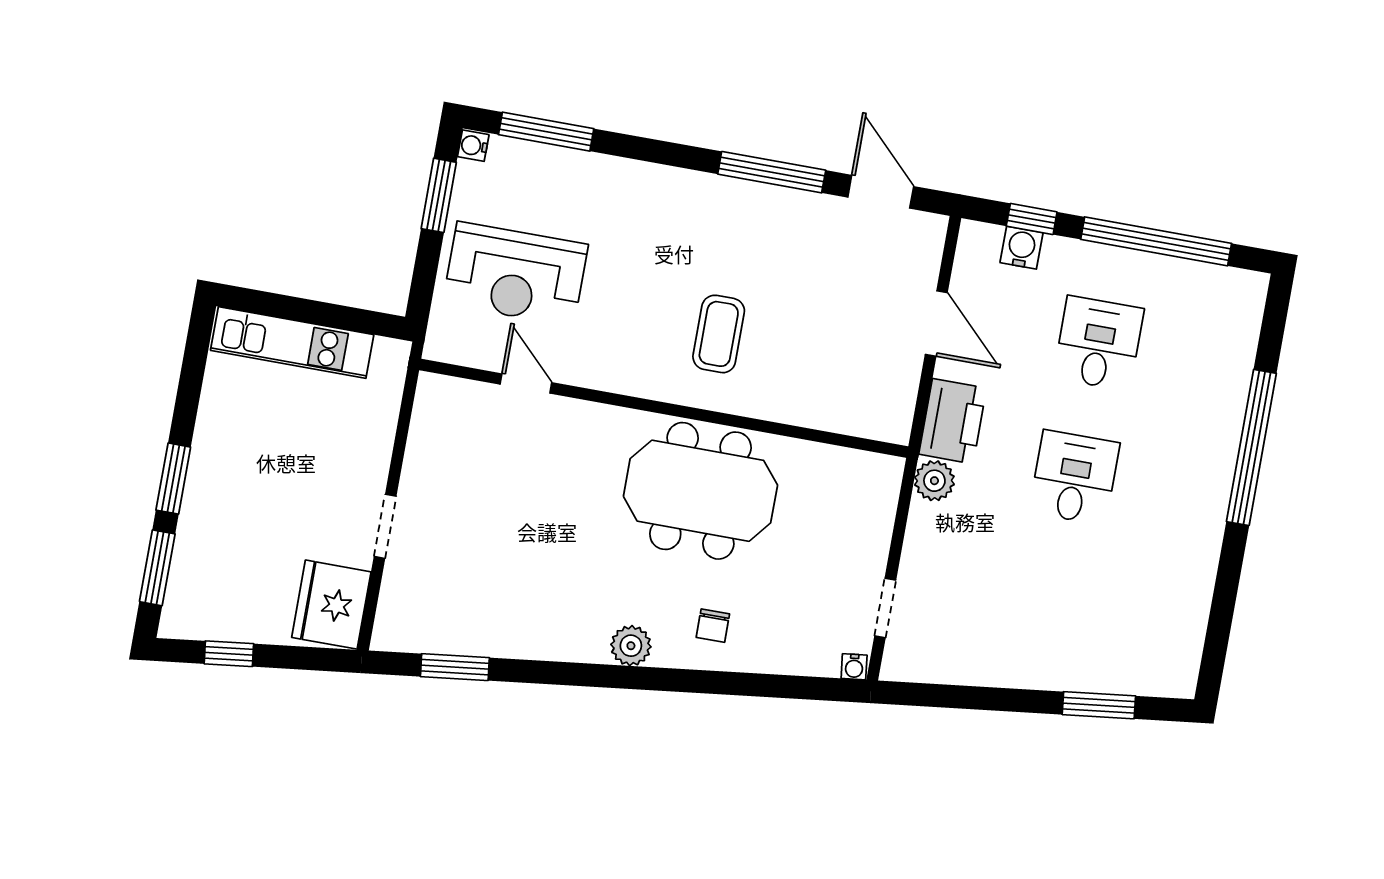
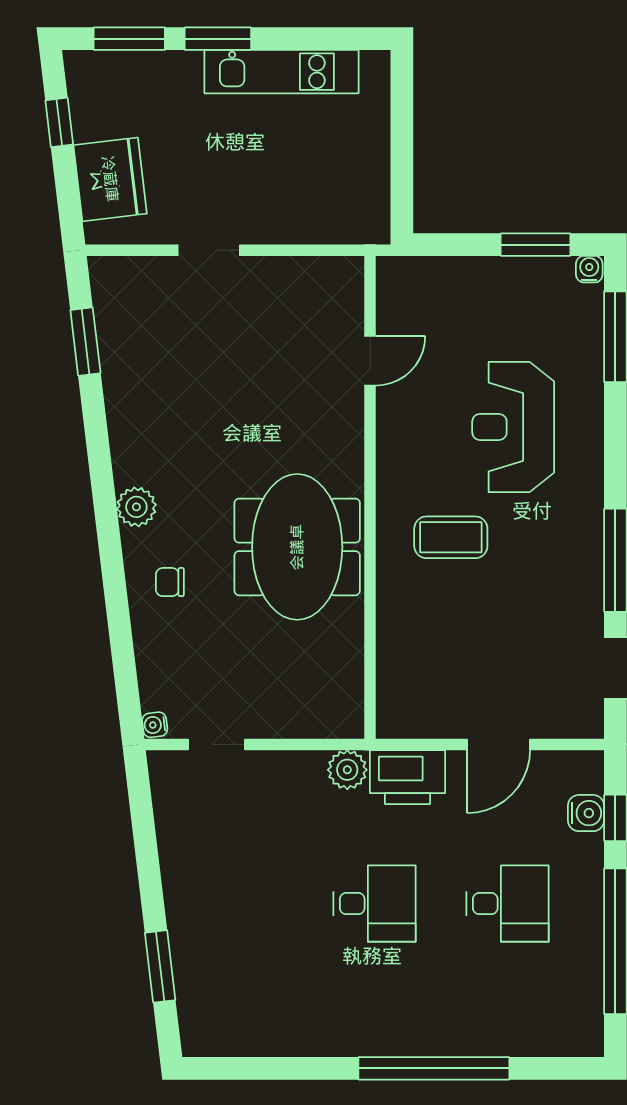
reception desk: (515, 274) -> (513, 427), moved
kitchen unit: (292, 343) -> (281, 72), moved, turned -90
fridge: (331, 605) -> (110, 179), moved, turned 83

